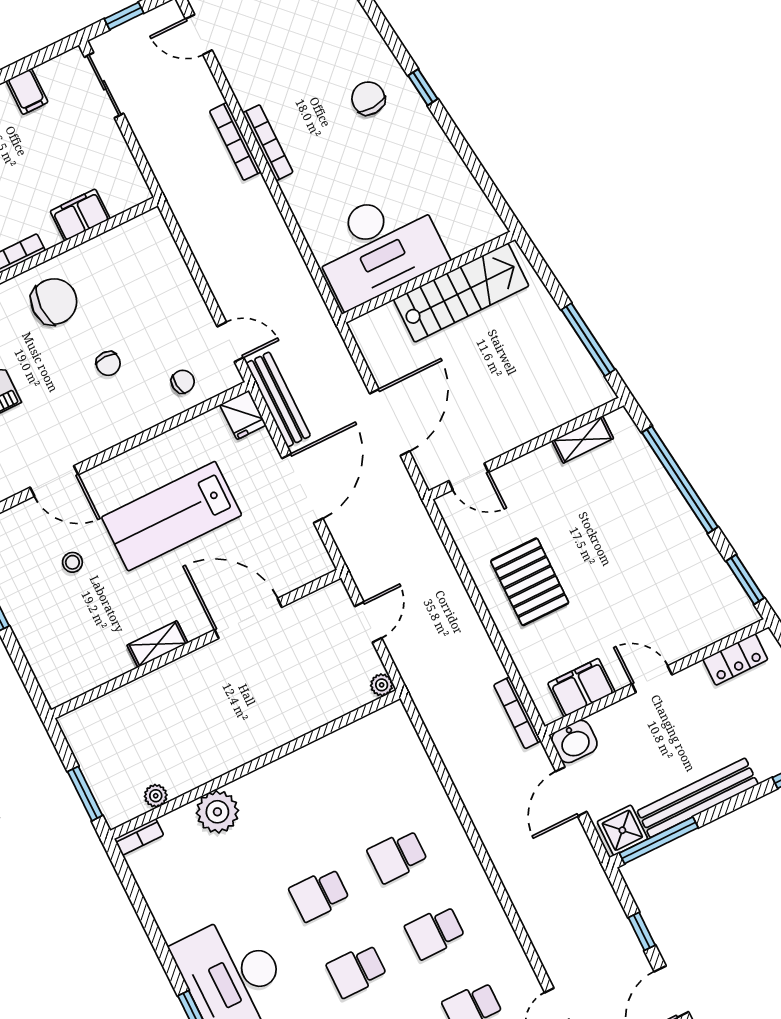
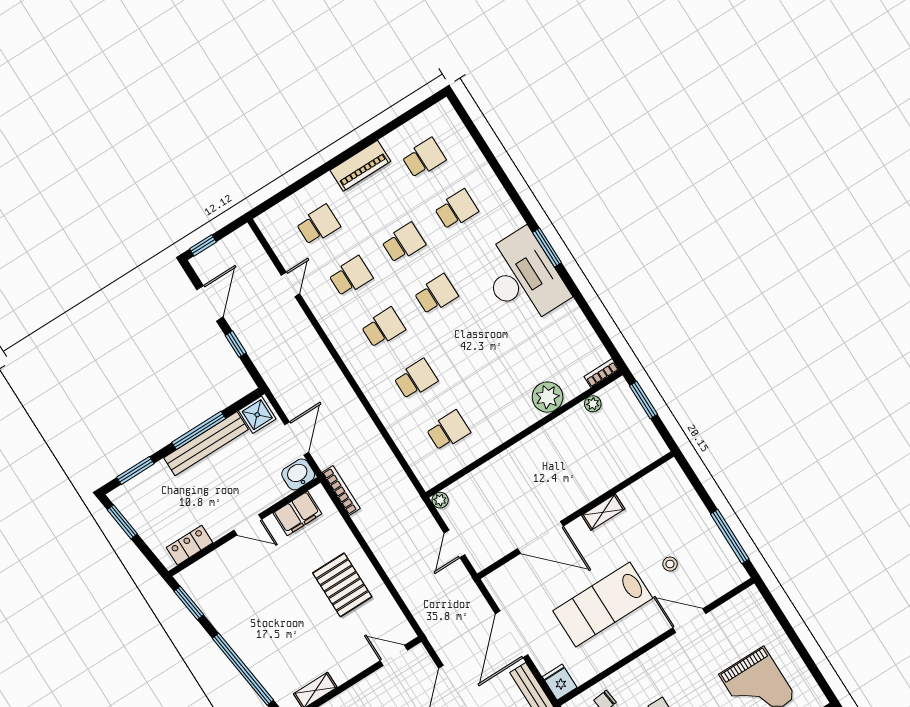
lab bench: (172, 516) -> (603, 604), turned 180
window: (659, 840) -> (199, 430), moved
school desk: (319, 895) -> (448, 431), moved

